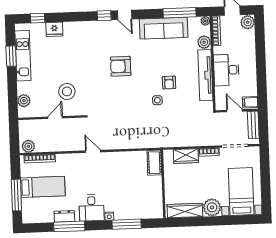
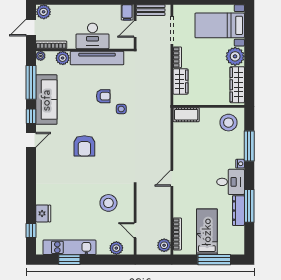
window: (104, 16) -> (31, 116), moved
door: (55, 118) -> (135, 230), moved
stool: (148, 204) -> (228, 123), added
dresser: (64, 216) -> (238, 211), width x1.44

